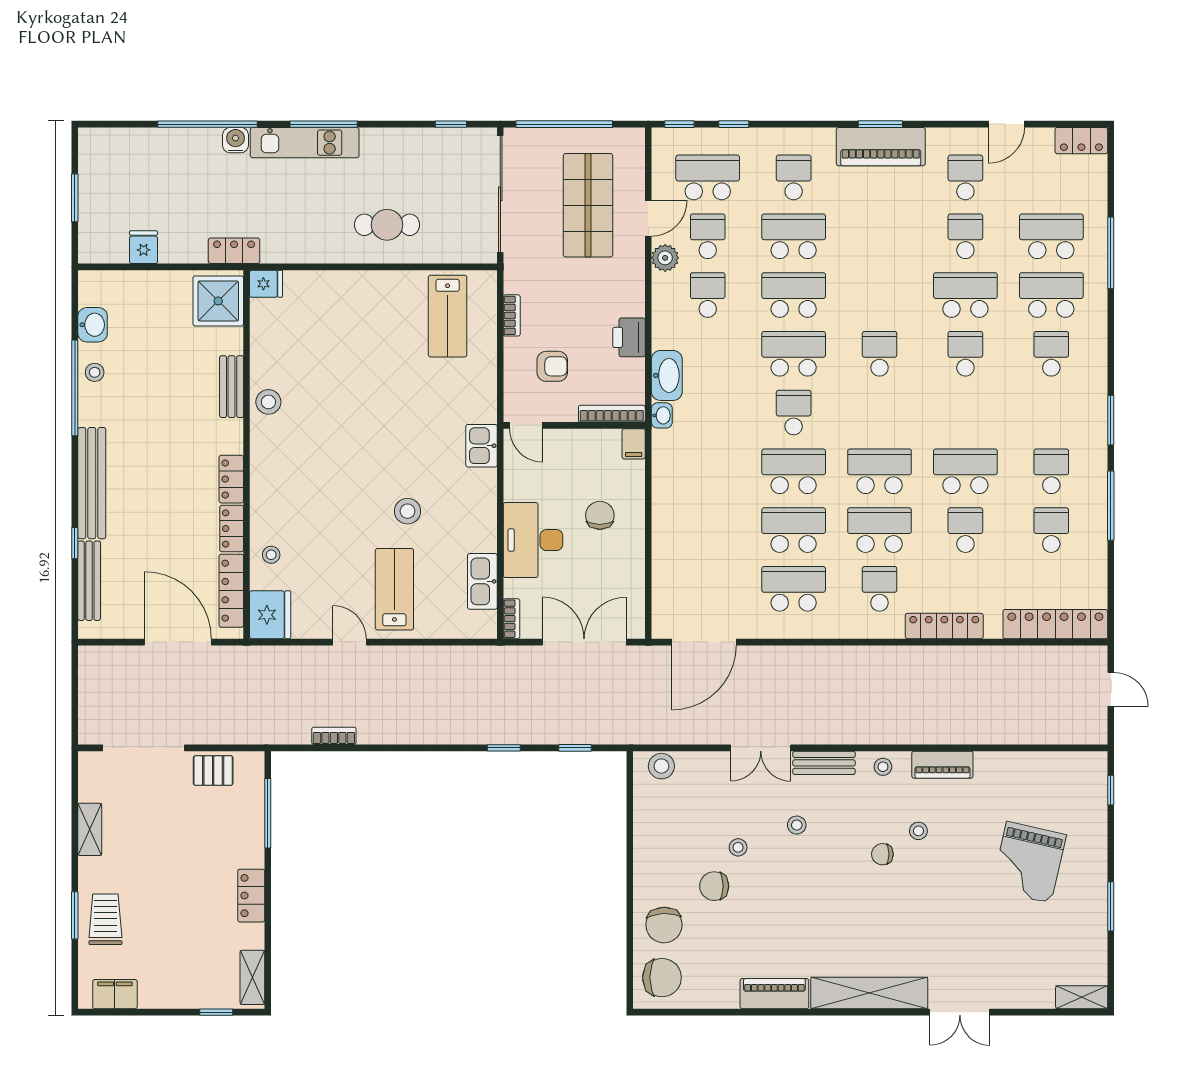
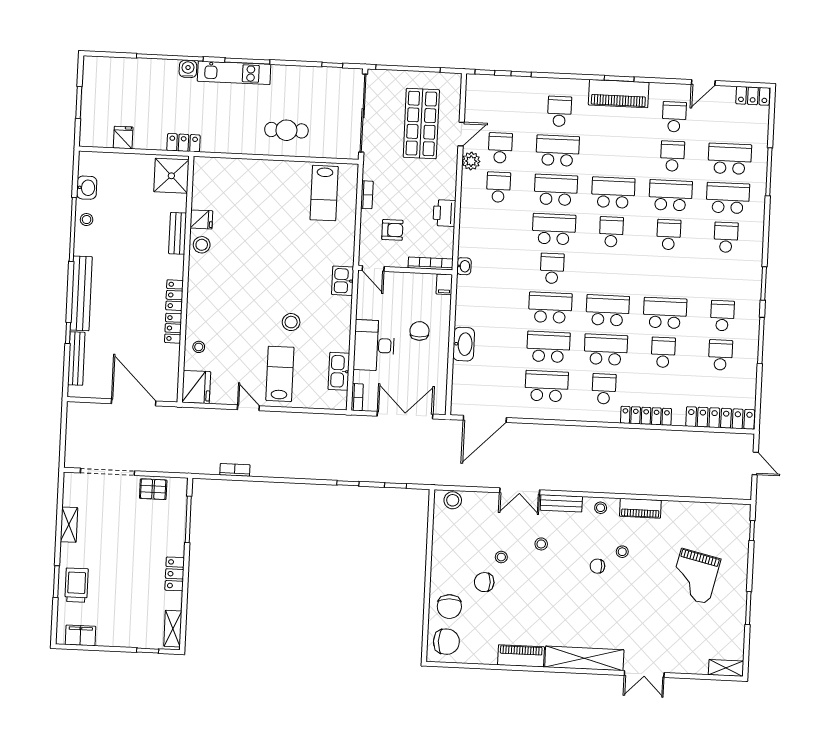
school desk: (708, 177) -> (613, 193), moved
fridge: (266, 284) -> (201, 219), moved
washbasin: (667, 375) -> (464, 344), moved
locker: (231, 591) -> (171, 370), removed

